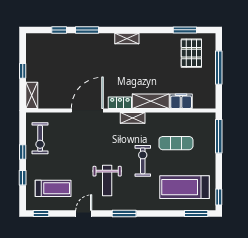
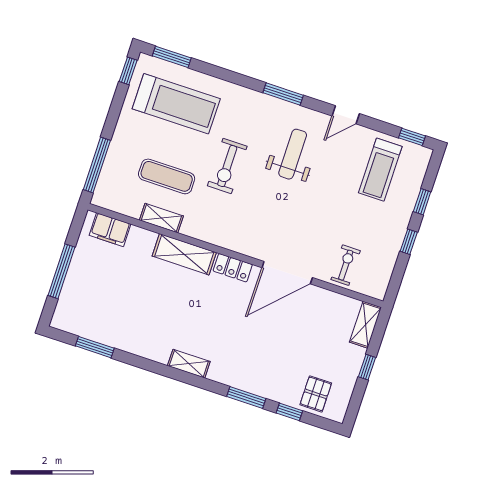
pallet: (191, 53) -> (316, 394), moved, width x0.67, depth x0.71
filing cabinet: (181, 101) -> (110, 230), moved
shelving: (133, 118) -> (161, 218), moved
exercise bike: (40, 138) -> (346, 265), moved, width x0.73, depth x0.72
treadmill: (53, 188) -> (380, 170), turned -90

